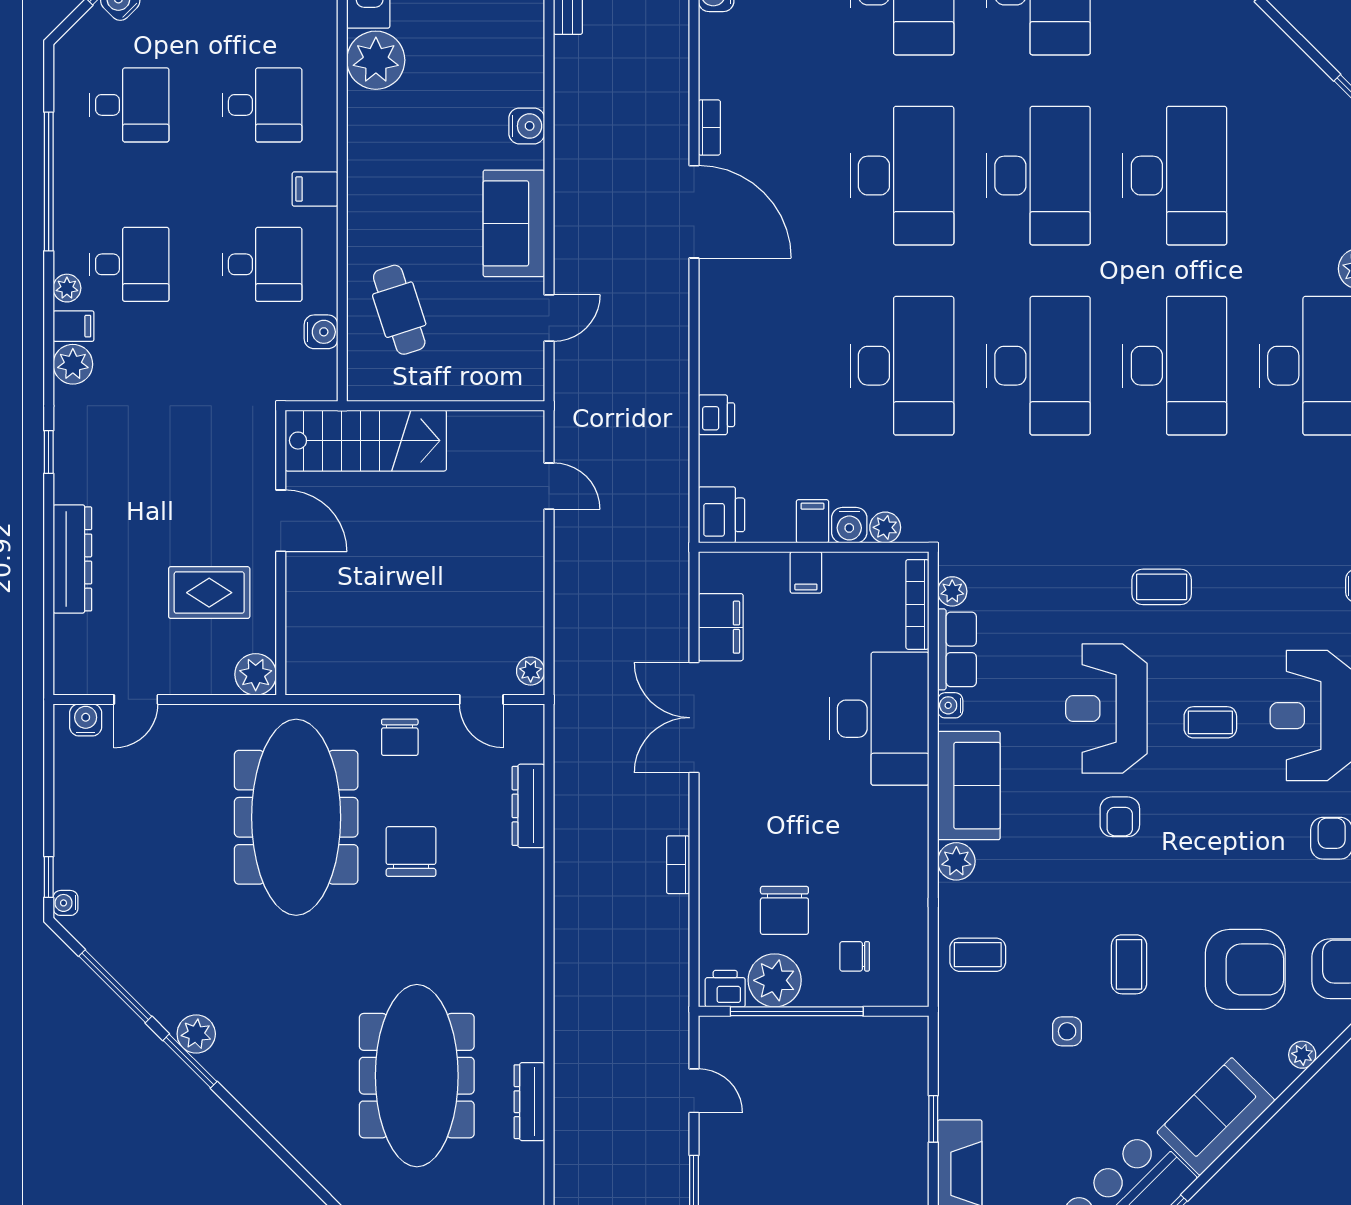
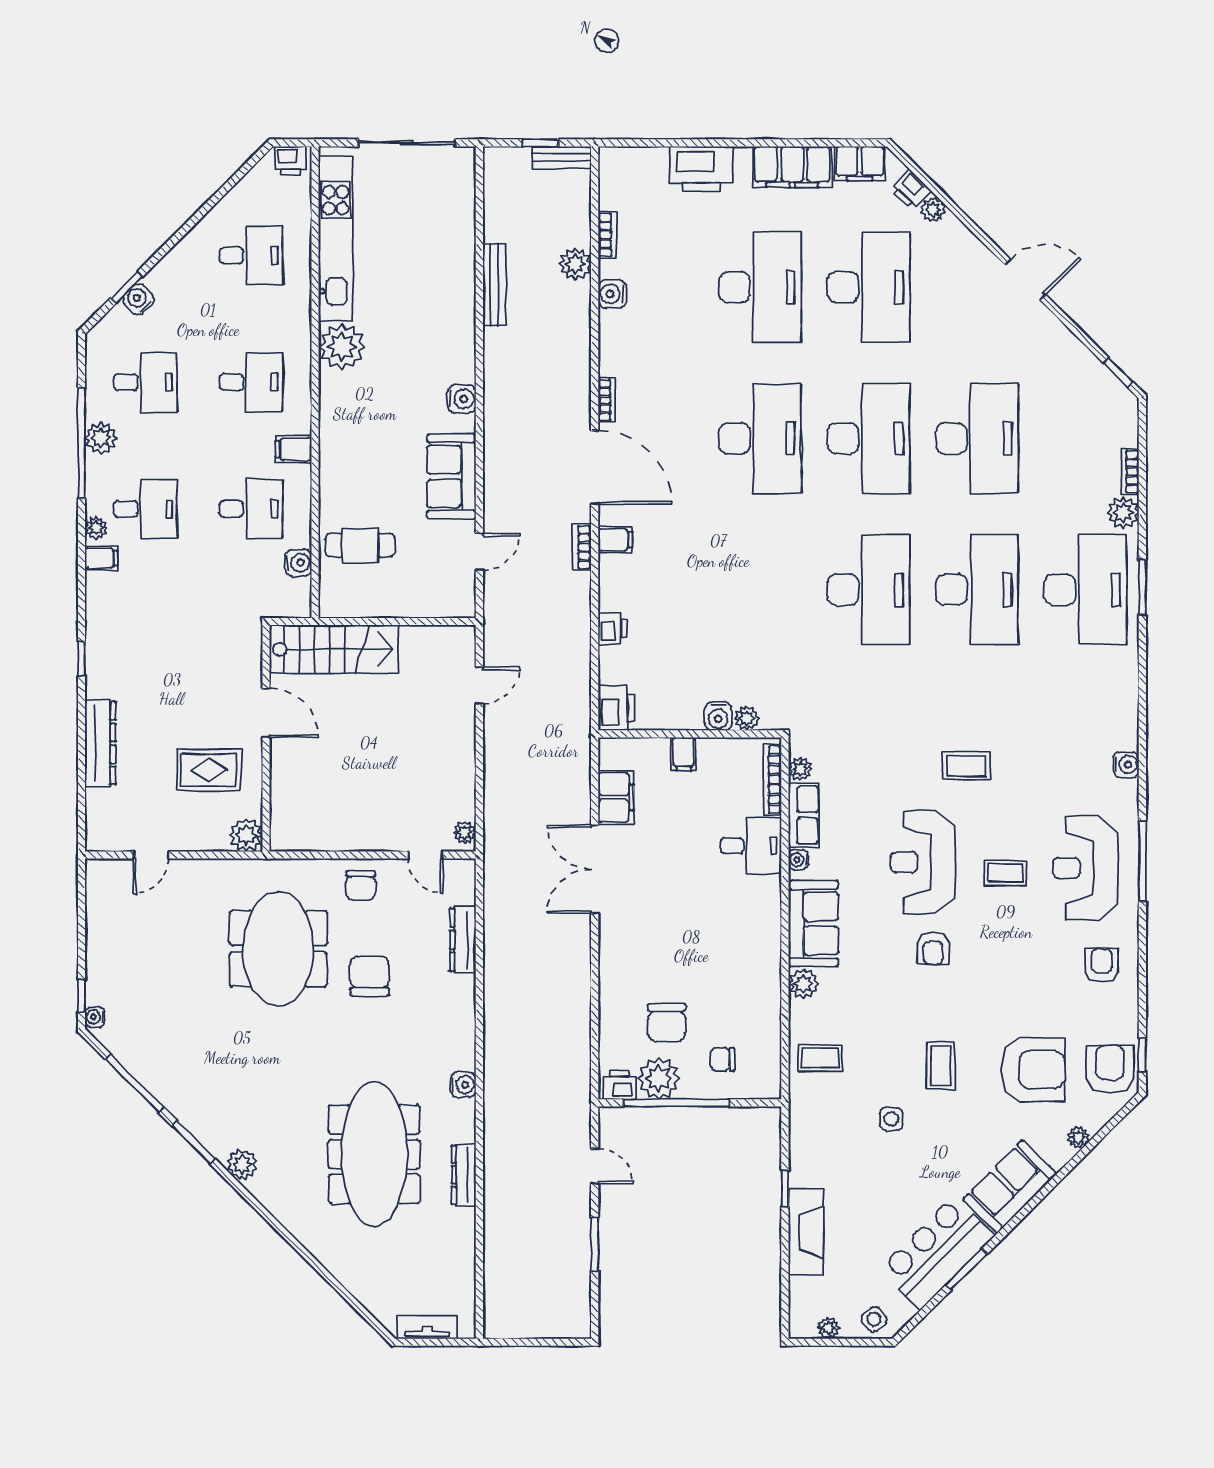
cafe table: (399, 310) -> (360, 545), turned -72
plant: (73, 364) -> (101, 438), moved
desk: (902, 366) -> (760, 590), removed
door: (549, 486) -> (479, 685), hinge flipped
filing cabinet: (812, 521) -> (615, 540), moved, turned 90
desk: (879, 719) -> (751, 846), width x0.53, depth x0.77
water cooler: (86, 720) -> (463, 1085), moved, turned 90
meeting table: (296, 817) -> (278, 949), width x0.73
bookcase: (678, 865) -> (582, 547), moved
plant: (196, 1034) -> (242, 1164), moved

